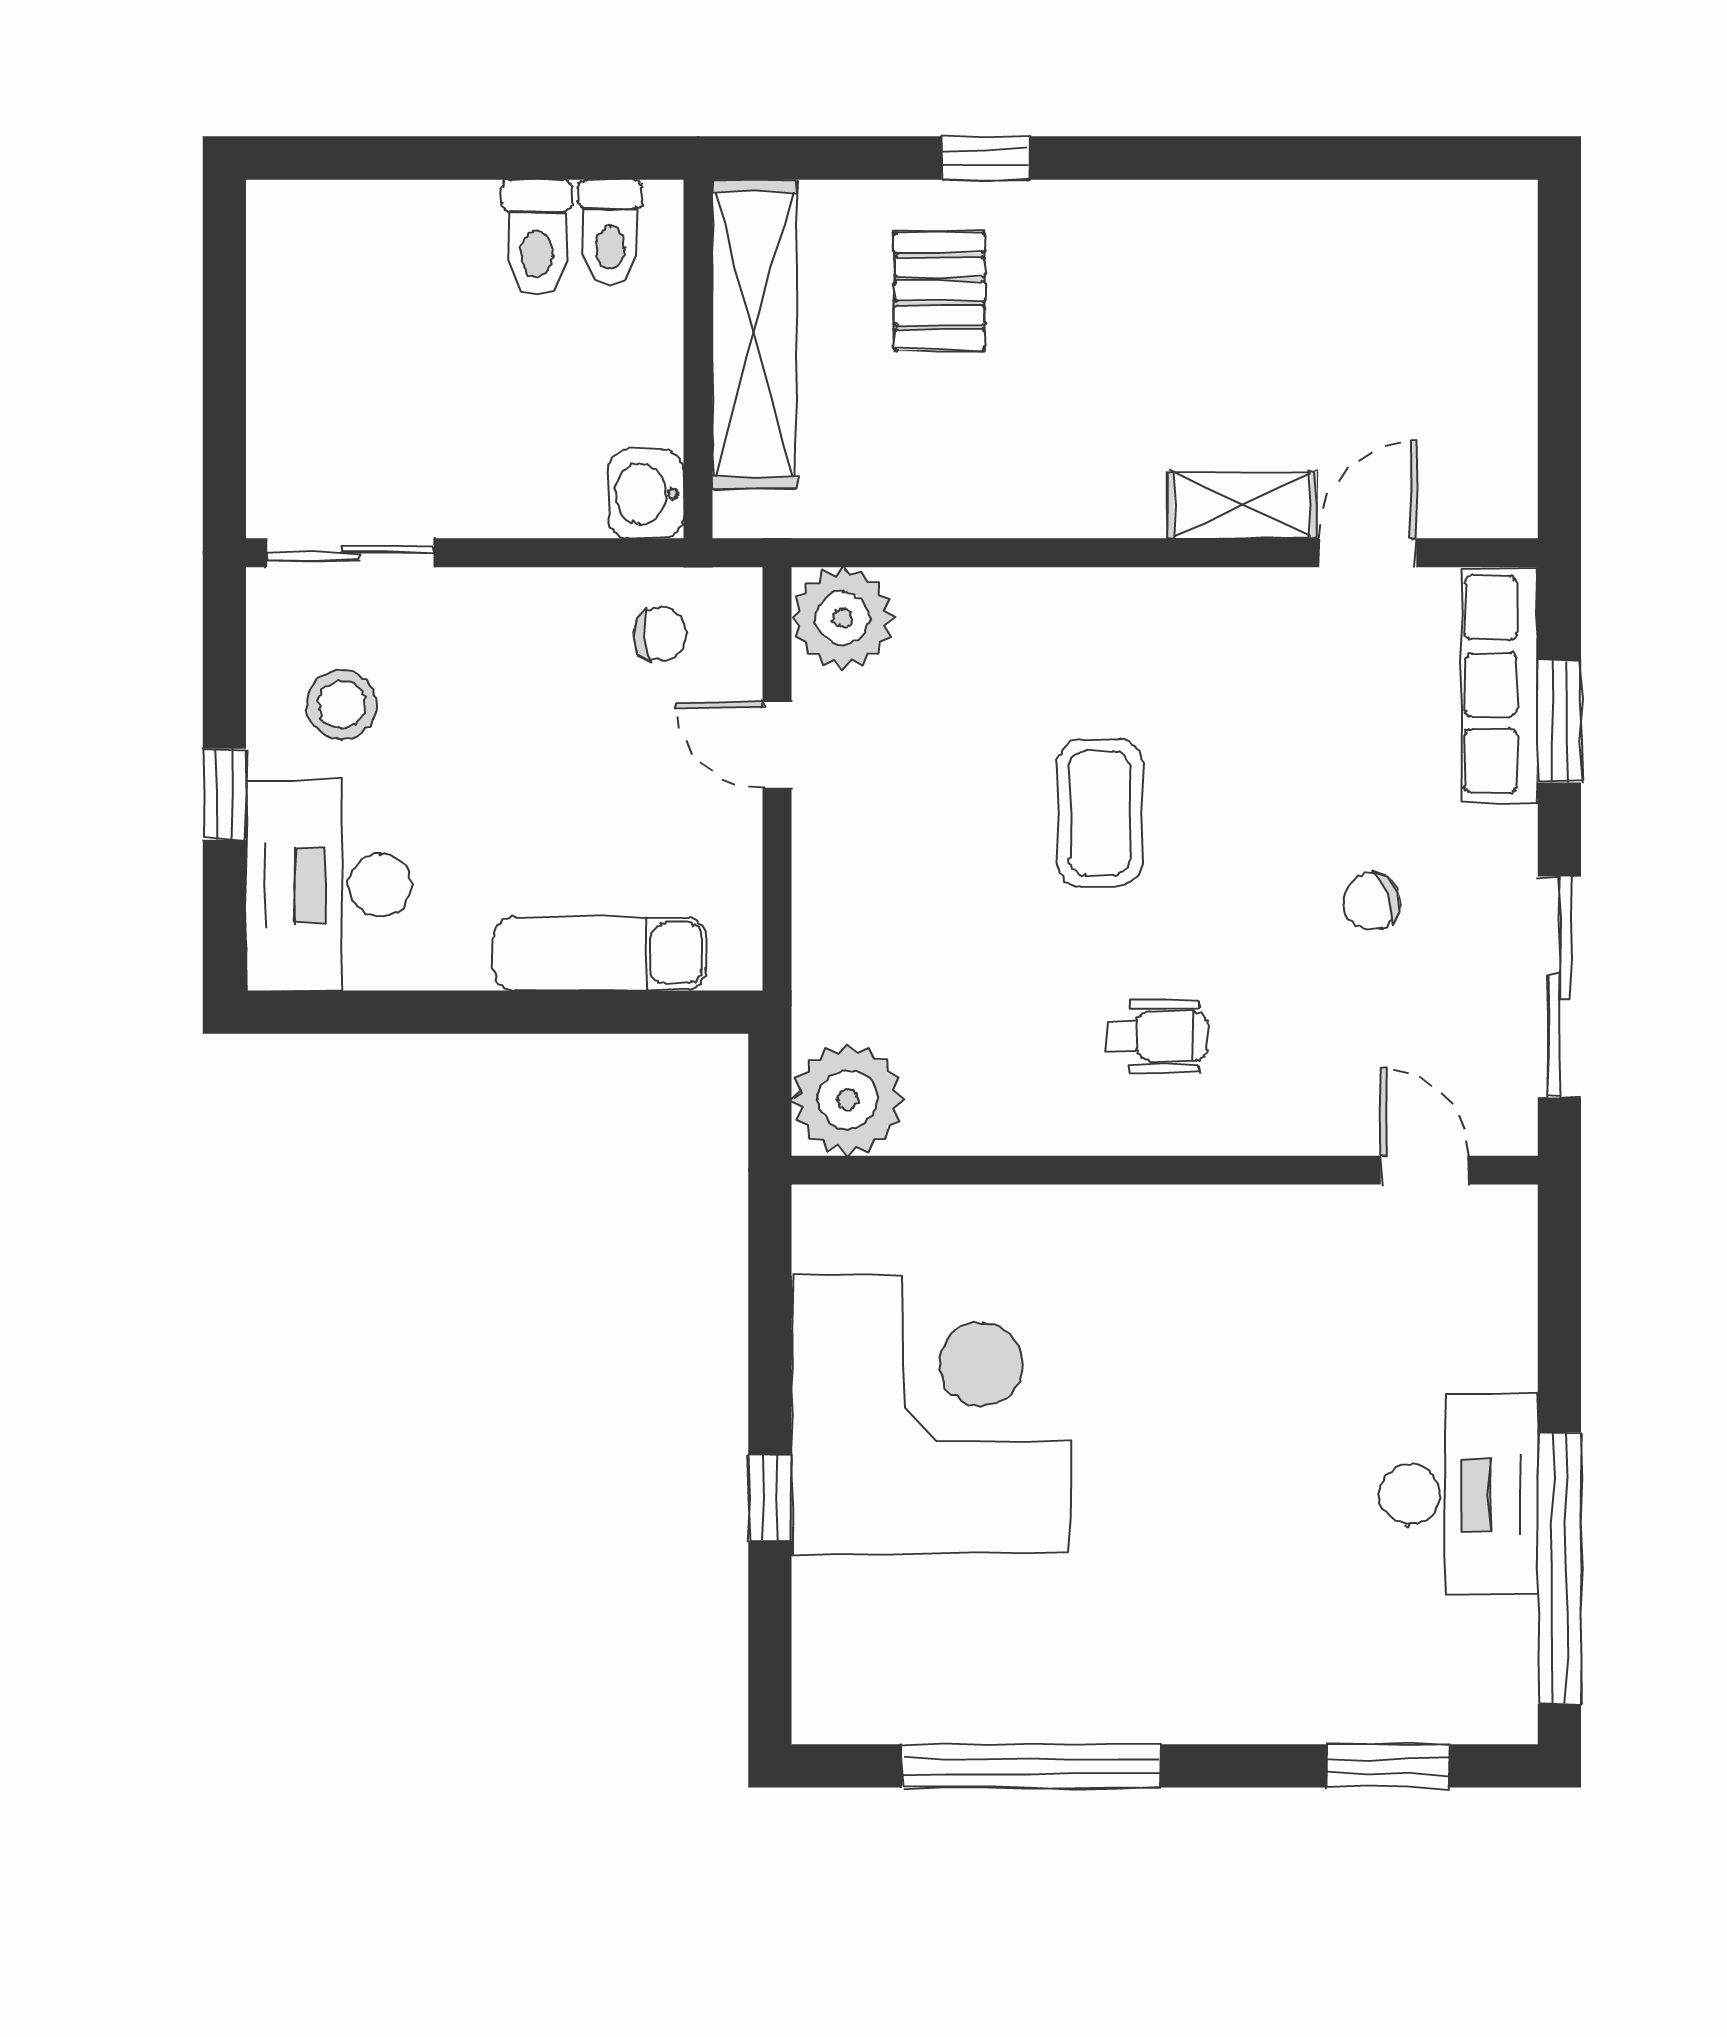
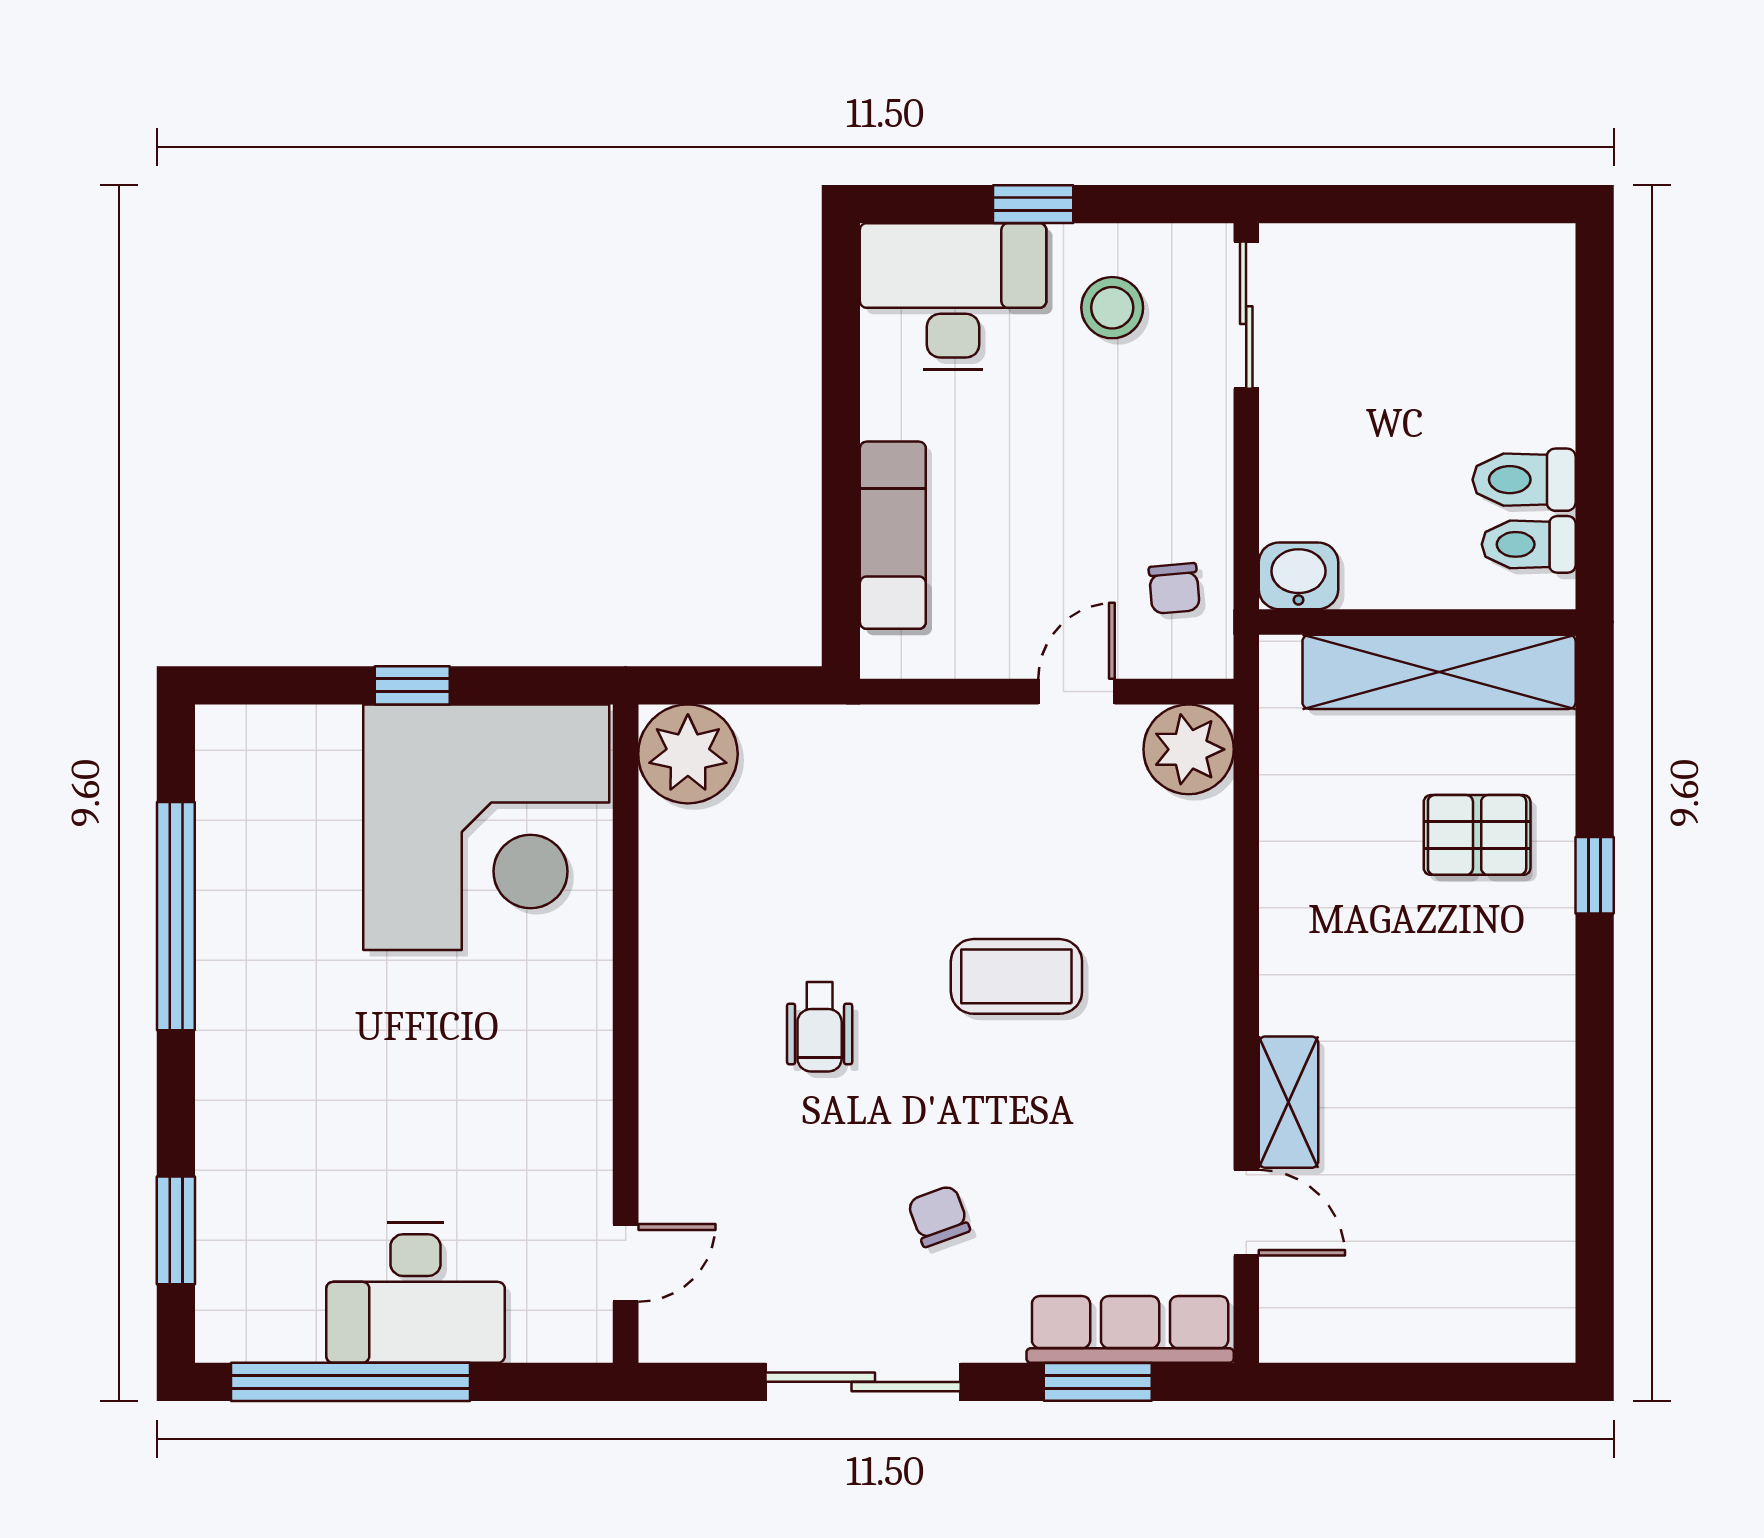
plant: (848, 1099) -> (688, 754), moved
wall: (1165, 1170) -> (626, 1034), moved
door: (1424, 1170) -> (626, 1263), moved

